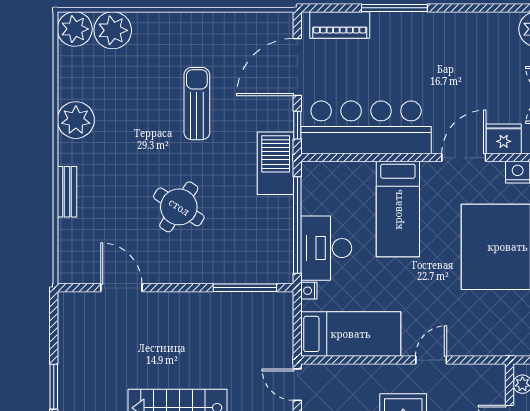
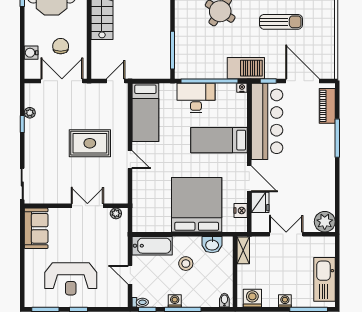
nightstand: (309, 291) -> (242, 88), moved

